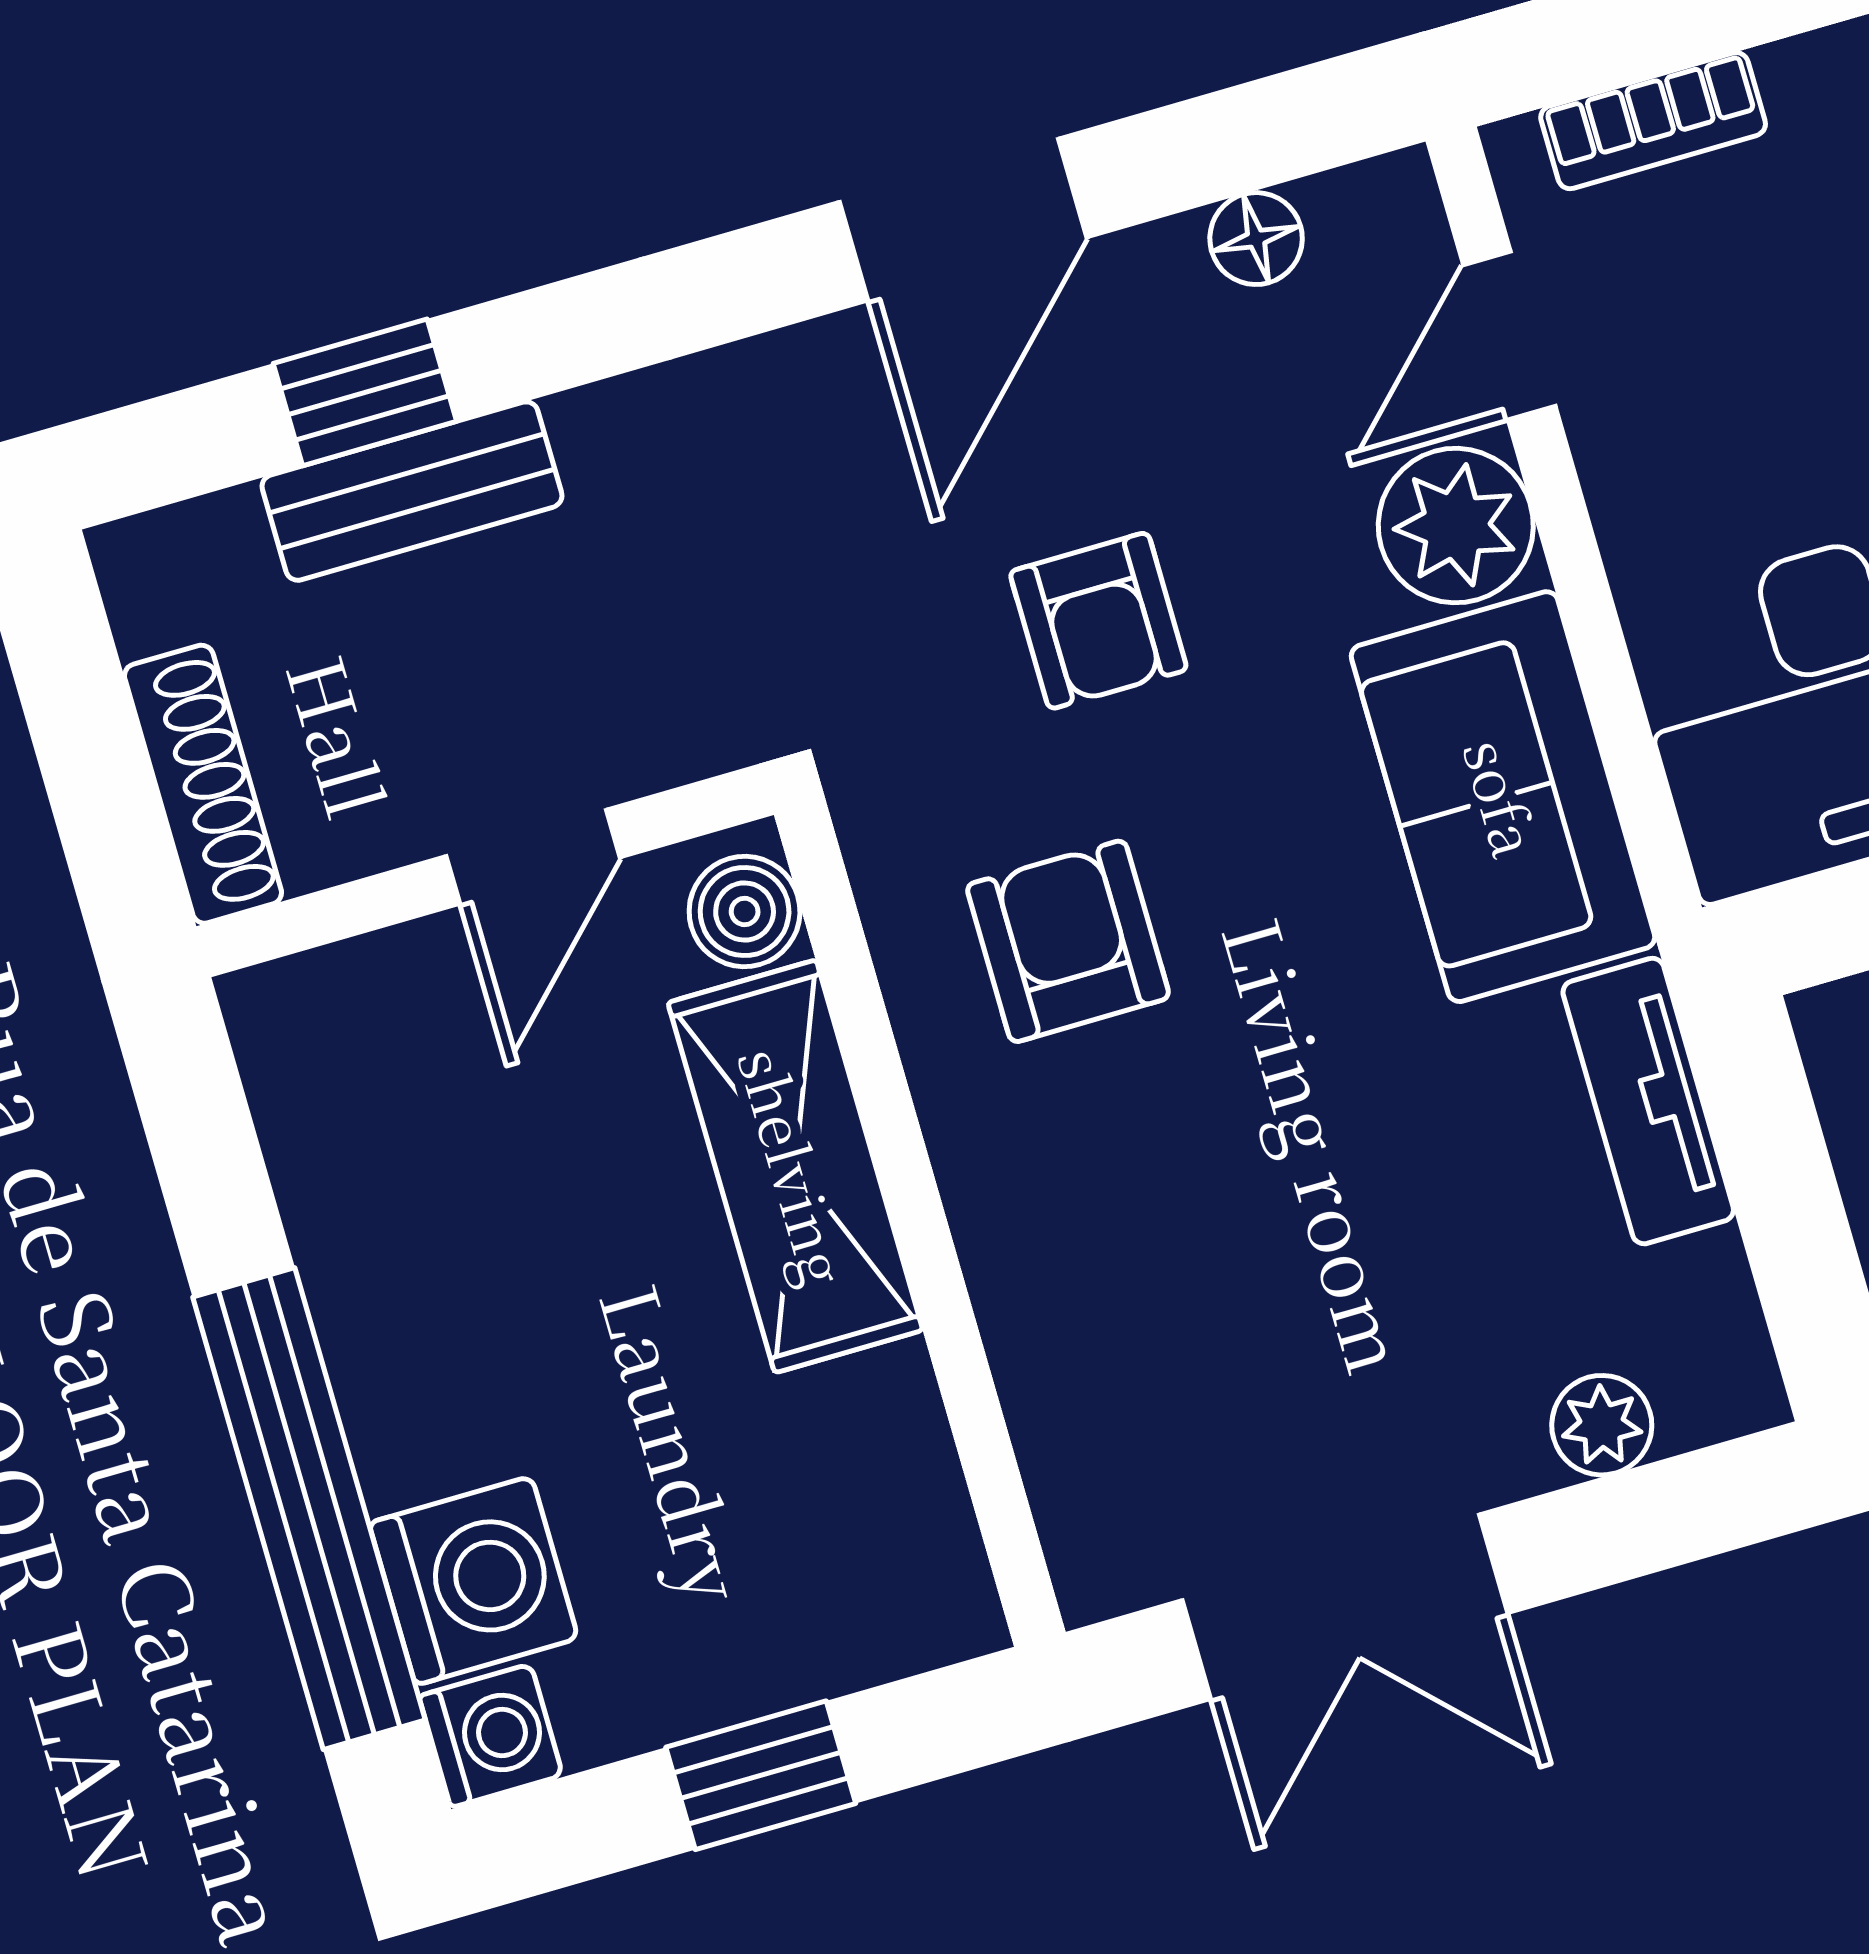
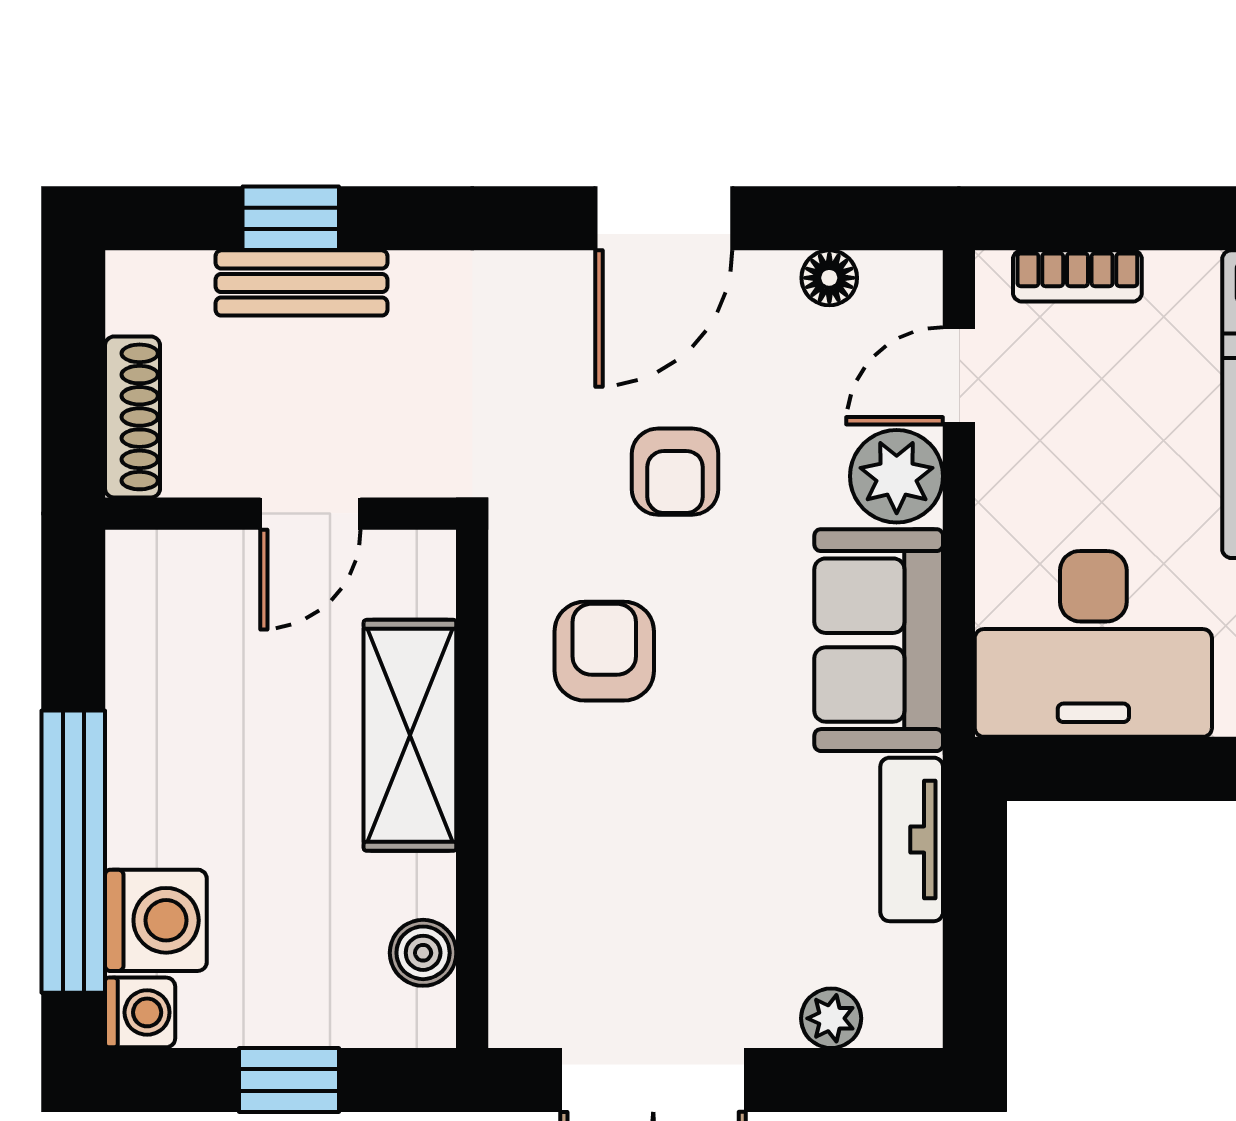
boiler: (745, 911) -> (423, 953), moved

